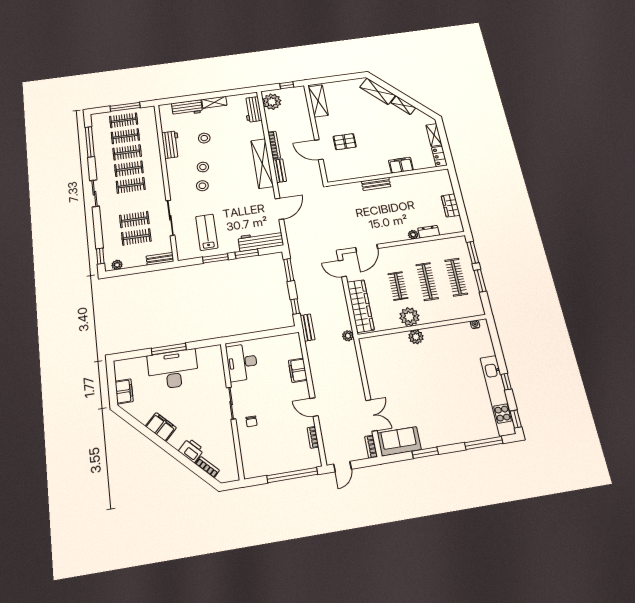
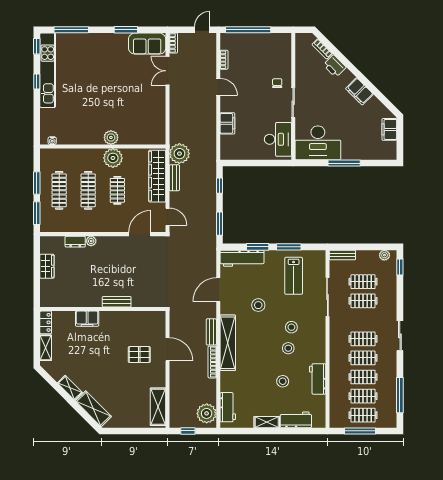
stool: (238, 201) -> (258, 305), added
bench: (307, 328) -> (174, 178), moved
plant: (348, 336) -> (179, 154), width x1.87, depth x1.87
desk: (173, 369) -> (318, 143), moved

